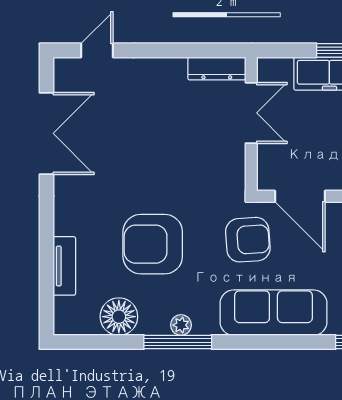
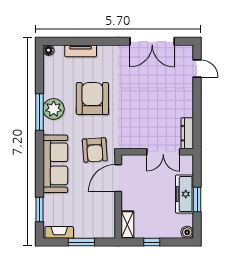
floor lamp: (119, 317) -> (48, 50), moved, width x0.53, depth x0.53
plant: (181, 325) -> (54, 109), width x1.87, depth x1.87

